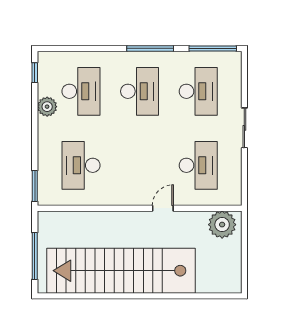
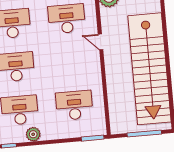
desk: (81, 165) -> (74, 105), turned 180

